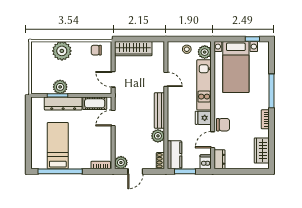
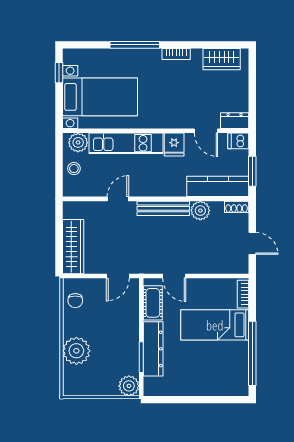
plant: (60, 87) -> (129, 386), moved
chair: (223, 125) -> (184, 116), removed
bed: (58, 146) -> (215, 325), moved
kitchen counter: (174, 155) -> (218, 186), width x1.50
plant: (121, 163) -> (239, 265), removed

